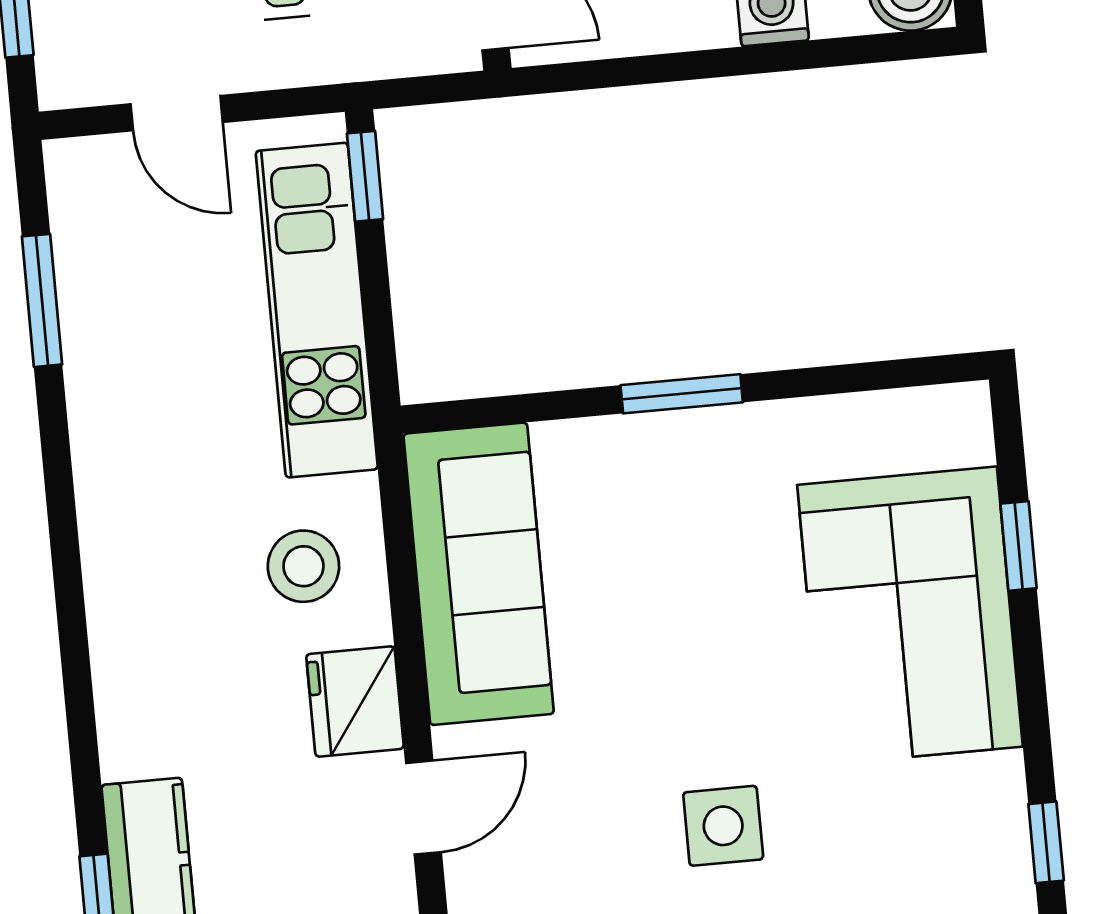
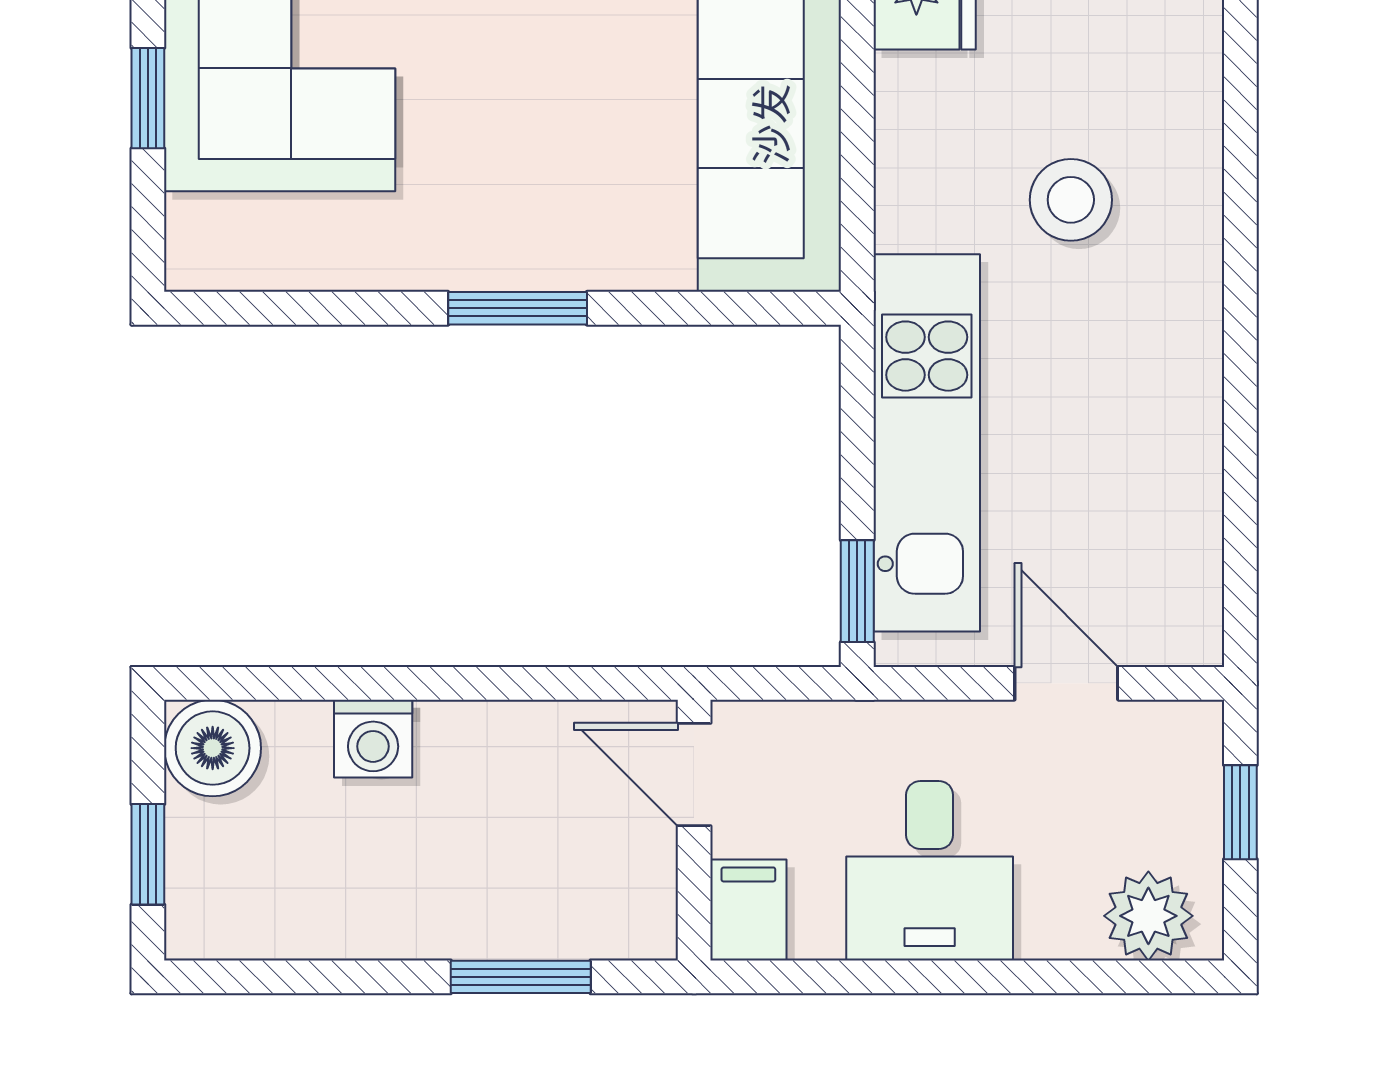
window: (42, 300) -> (1240, 483), removed
stool: (303, 566) -> (1071, 200), moved

